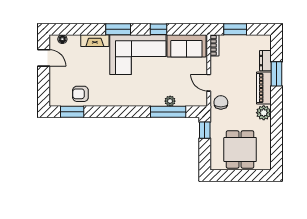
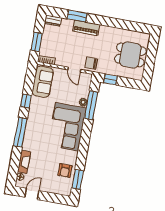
window: (118, 29) -> (20, 132), width x1.44
fireplace: (95, 41) -> (24, 162), moved
corner sofa: (138, 55) -> (67, 127), moved, turned 180
dresser: (265, 61) -> (53, 21), moved
door: (209, 83) -> (74, 70), hinge flipped
plant: (264, 113) -> (105, 31), removed

